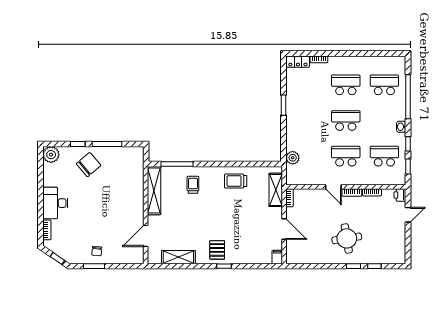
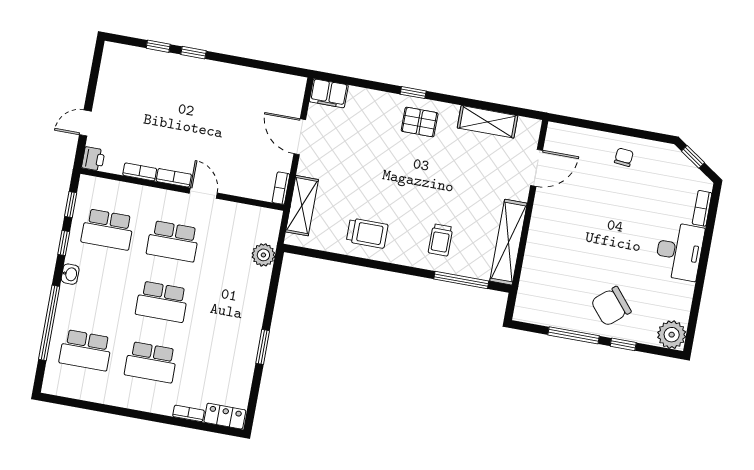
round table: (347, 238) -> (197, 102), removed
pallet: (217, 250) -> (420, 122), turned 90
filing cabinet: (277, 257) -> (329, 93), width x2.00
window: (94, 266) -> (633, 133), removed

